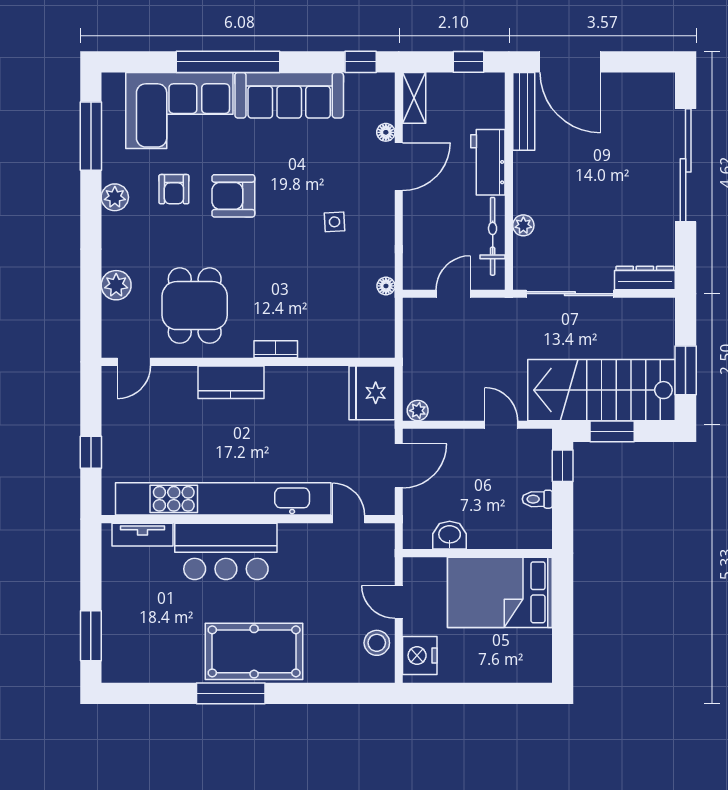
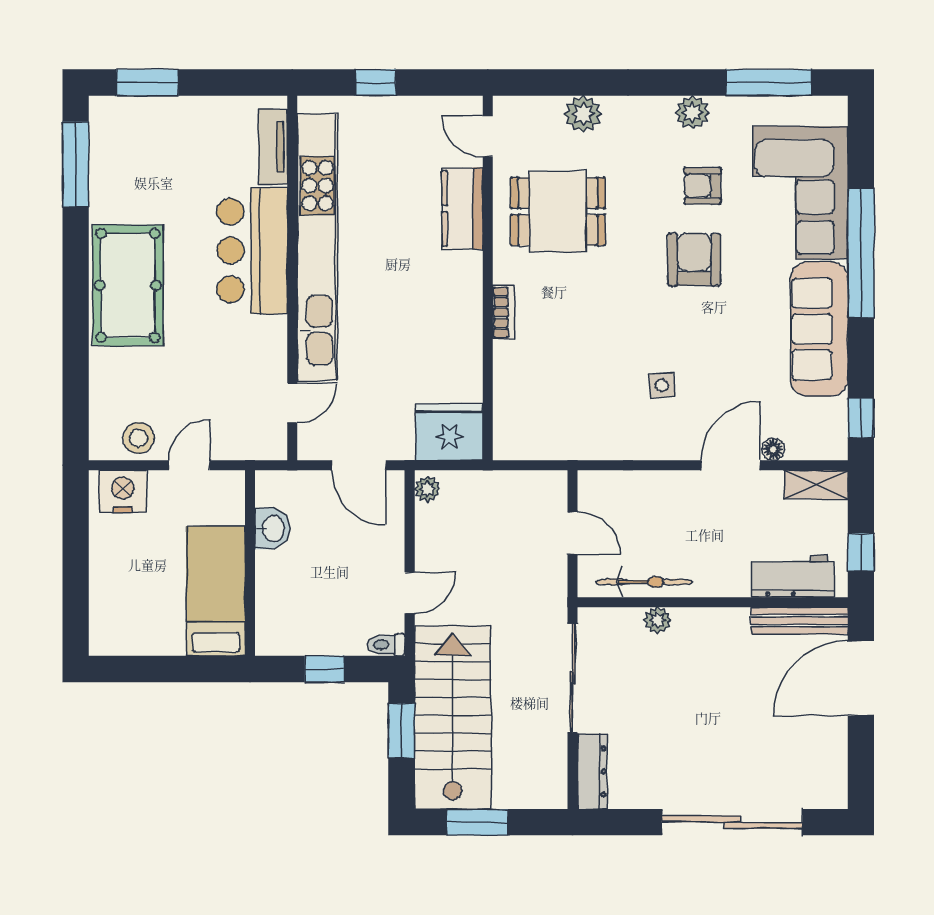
workbench: (488, 162) -> (793, 576), moved
door: (399, 167) -> (731, 465), swing flipped
floor lamp: (386, 286) -> (582, 449), removed
kitchen counter: (231, 382) -> (463, 208), moved
window: (563, 466) -> (325, 669), moved
toilet: (537, 499) -> (386, 645), moved, turned -90
bed: (500, 592) -> (216, 591), width x0.67
window: (231, 693) -> (76, 164), moved

